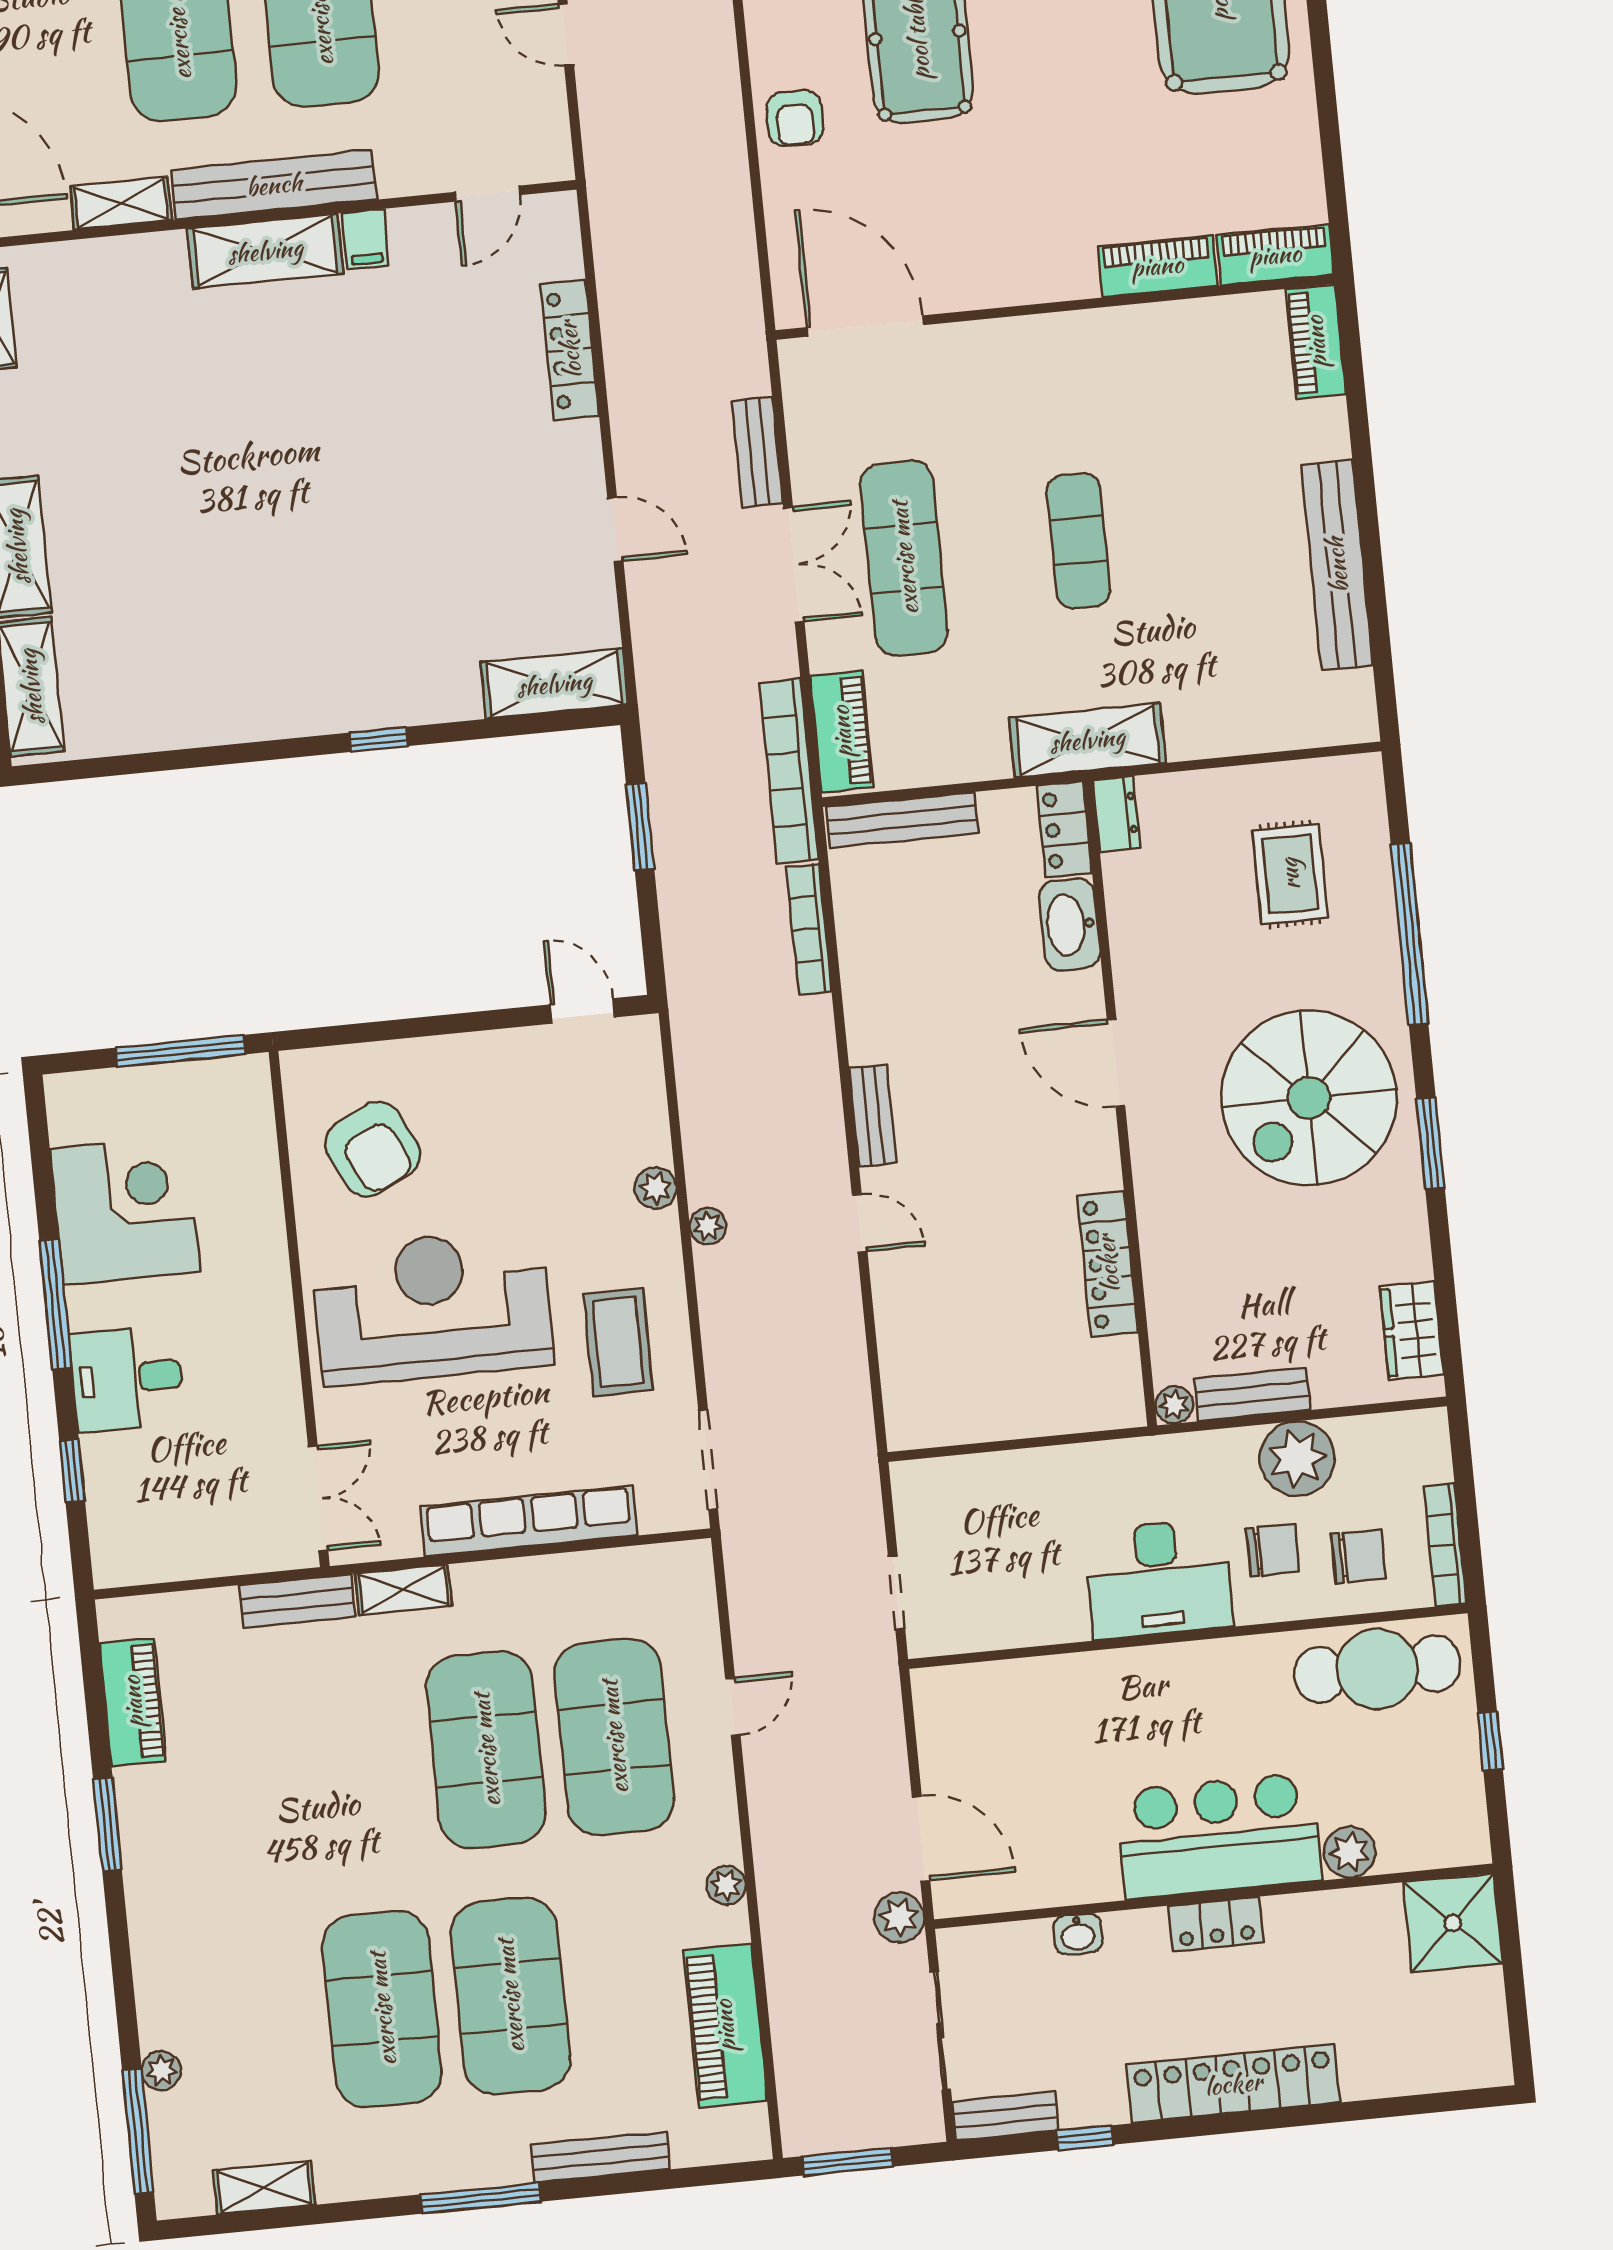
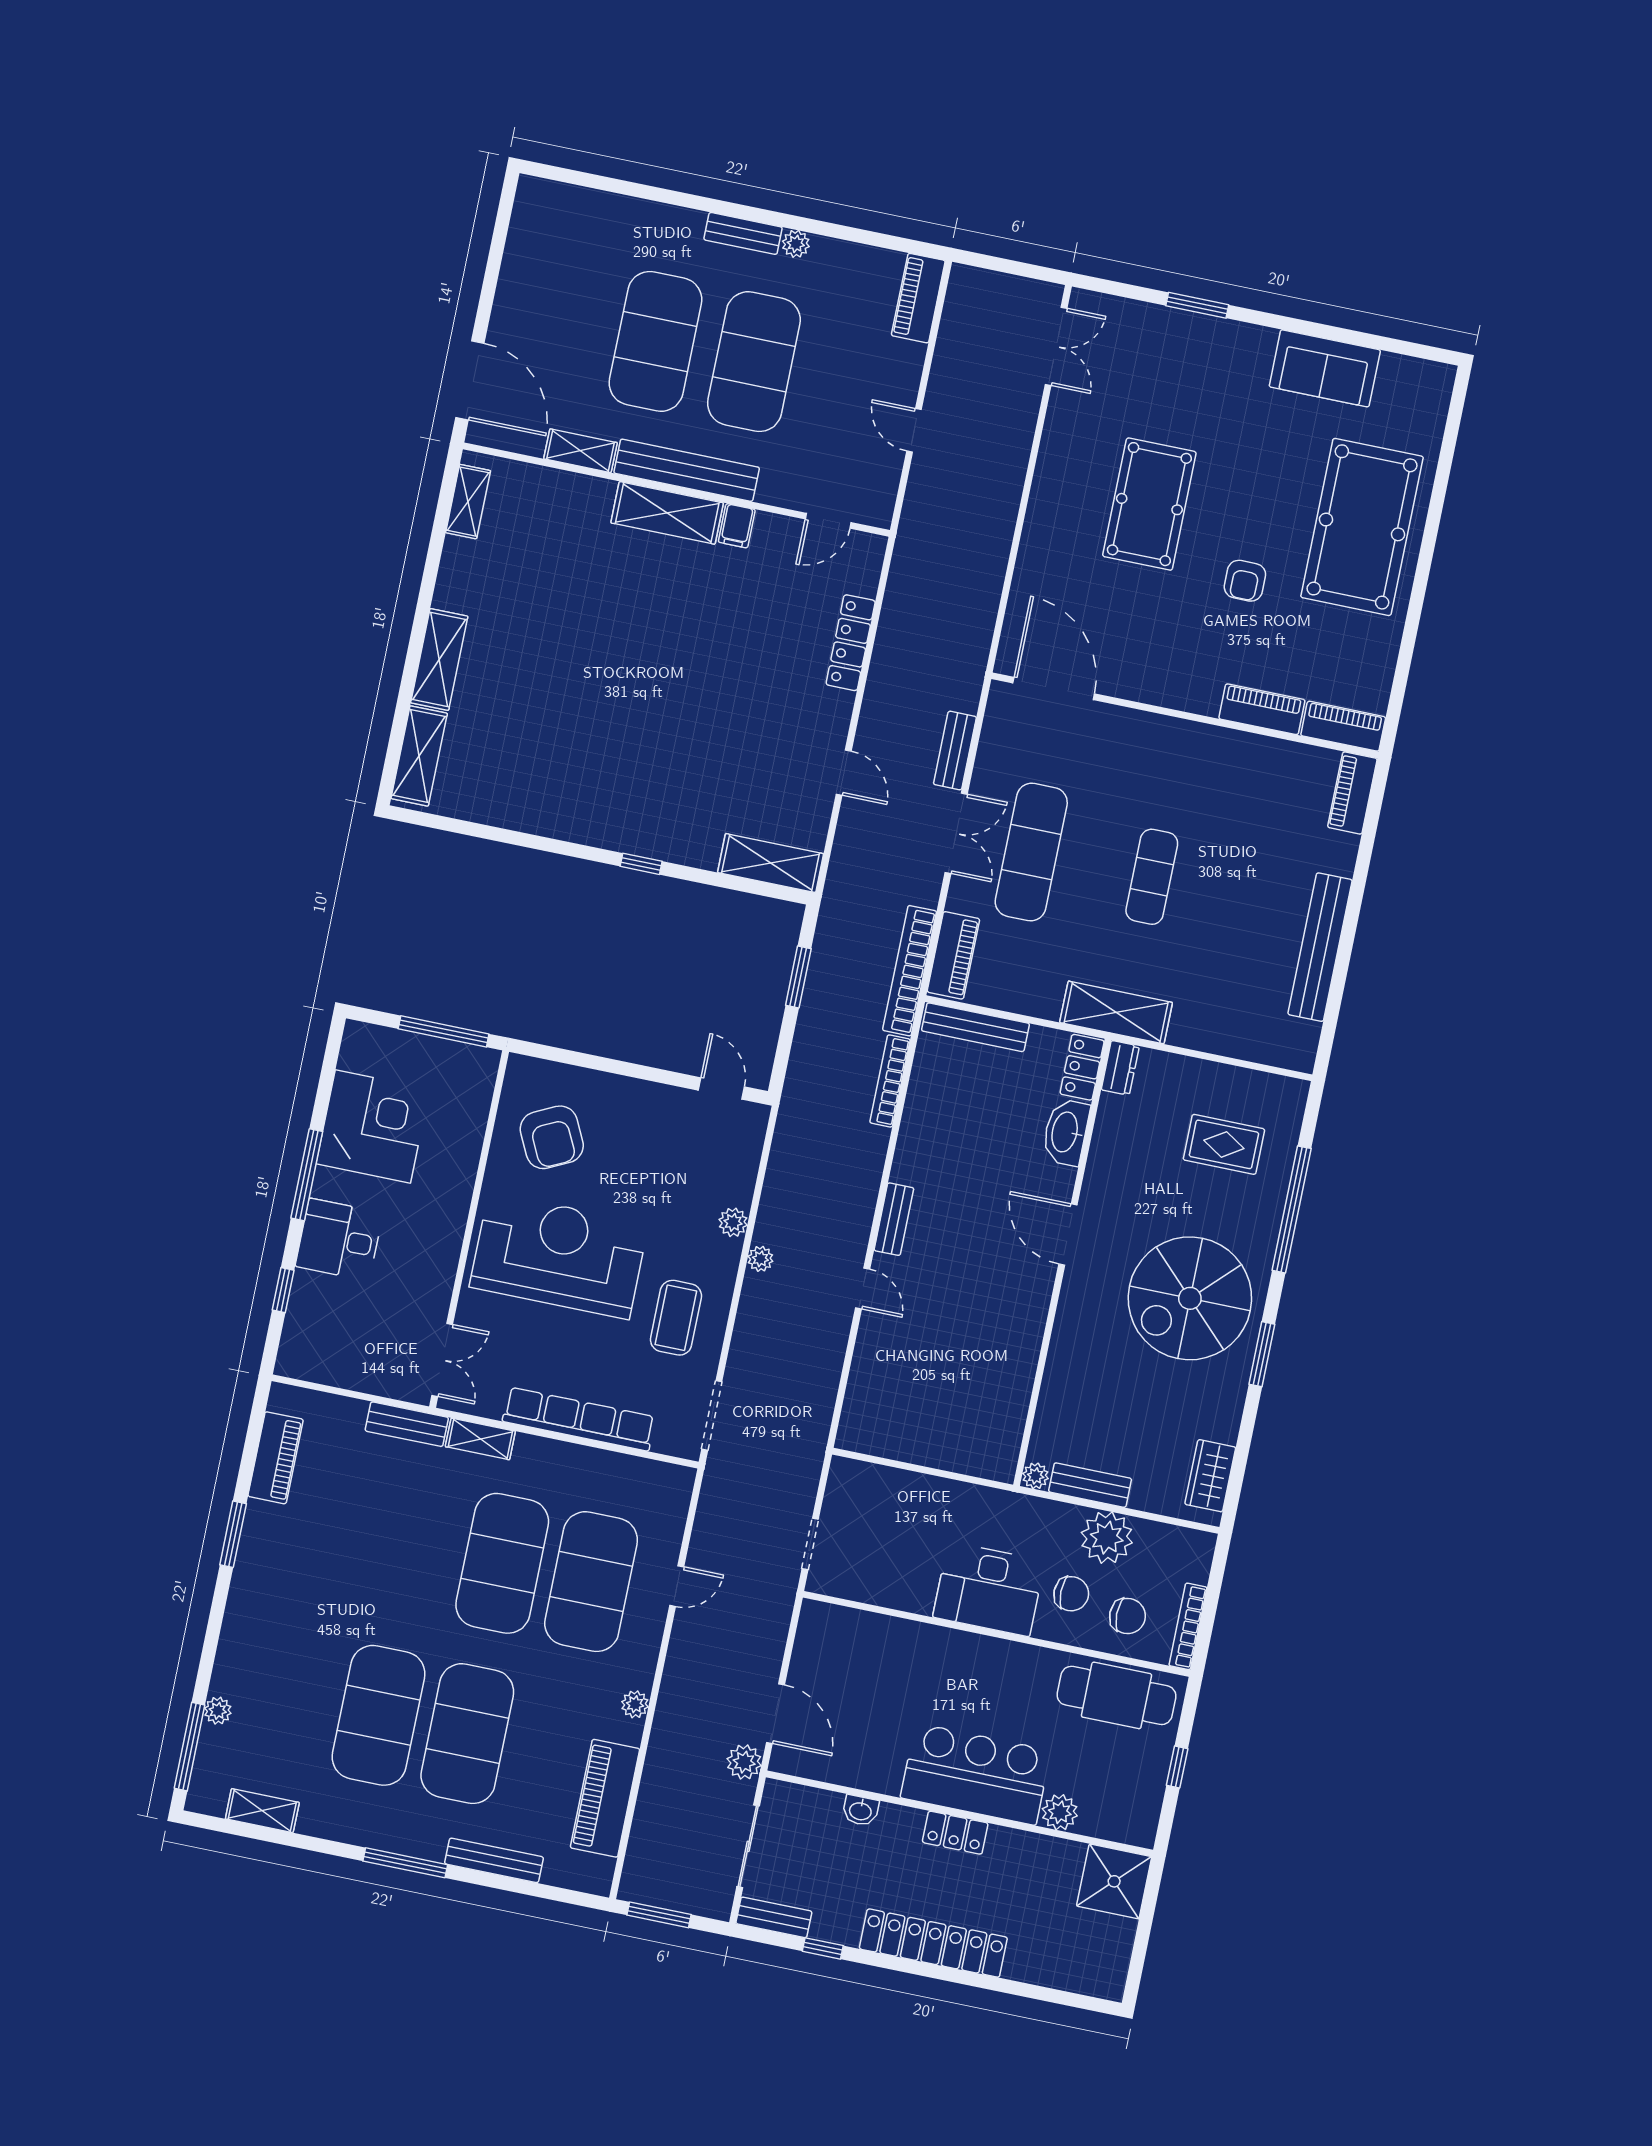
armchair: (795, 118) -> (1245, 581), moved
rug: (1290, 874) -> (1224, 1144), turned 90
locker: (1108, 1264) -> (1020, 1368), removed

